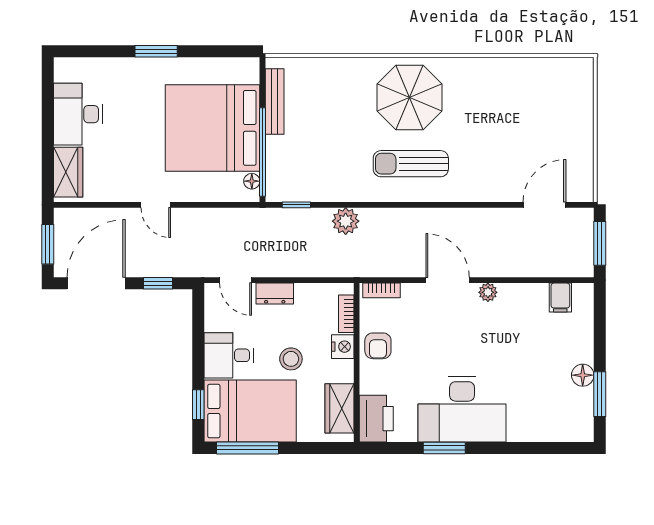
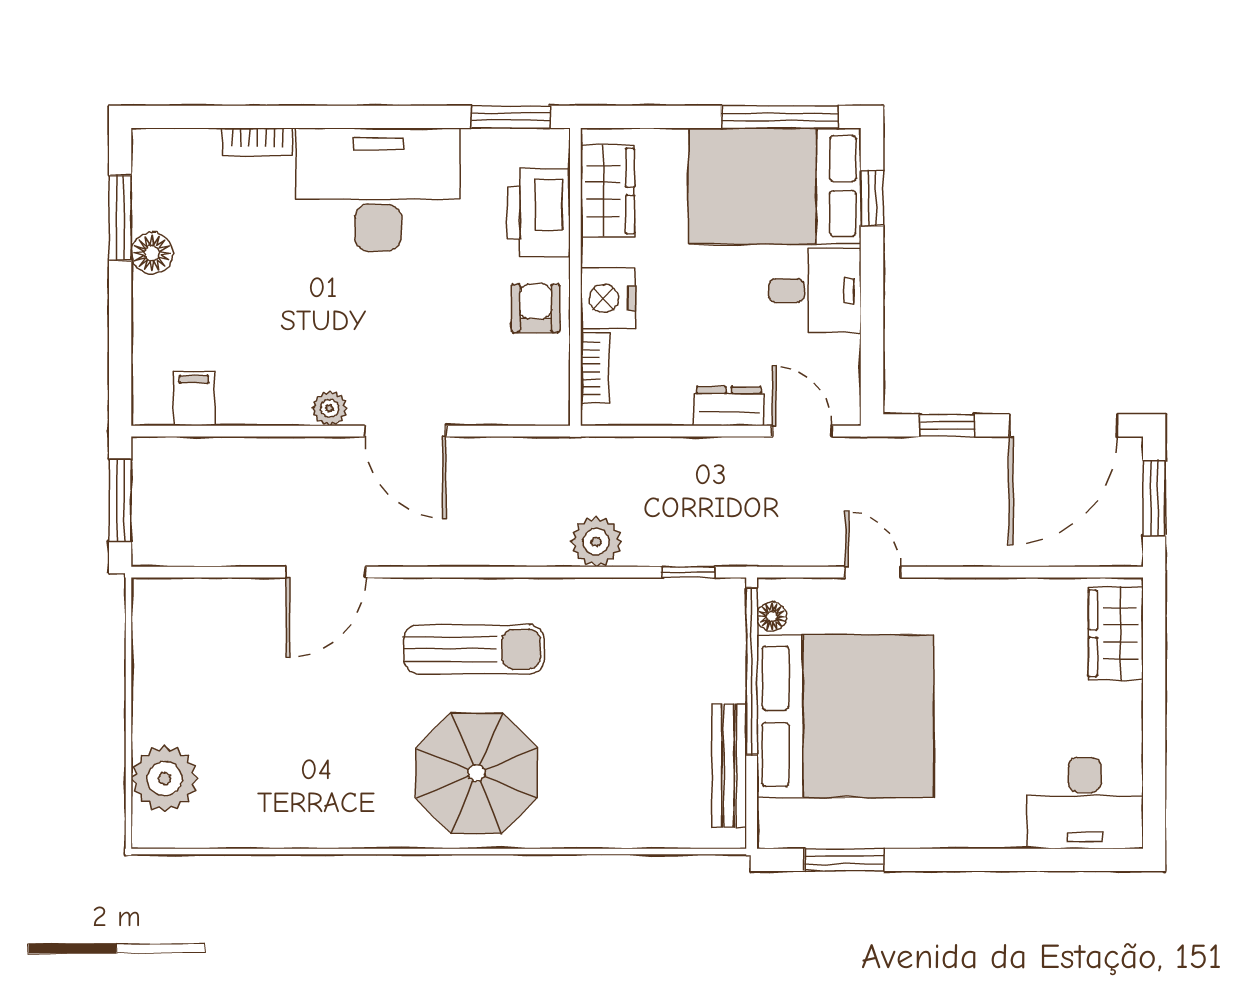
window: (156, 51) -> (845, 860), moved
plant: (576, 95) -> (165, 779), added
desk: (78, 114) -> (1085, 803), moved, turned 90
door: (156, 205) -> (873, 572), moved
door: (544, 205) -> (326, 572), moved
bookcase: (381, 290) -> (257, 142), moved, turned 180
nightstand: (343, 347) -> (608, 299), width x1.36, depth x1.33
stool: (291, 359) -> (698, 284), removed
printer: (376, 419) -> (539, 213), moved
window: (444, 448) -> (511, 117), moved

